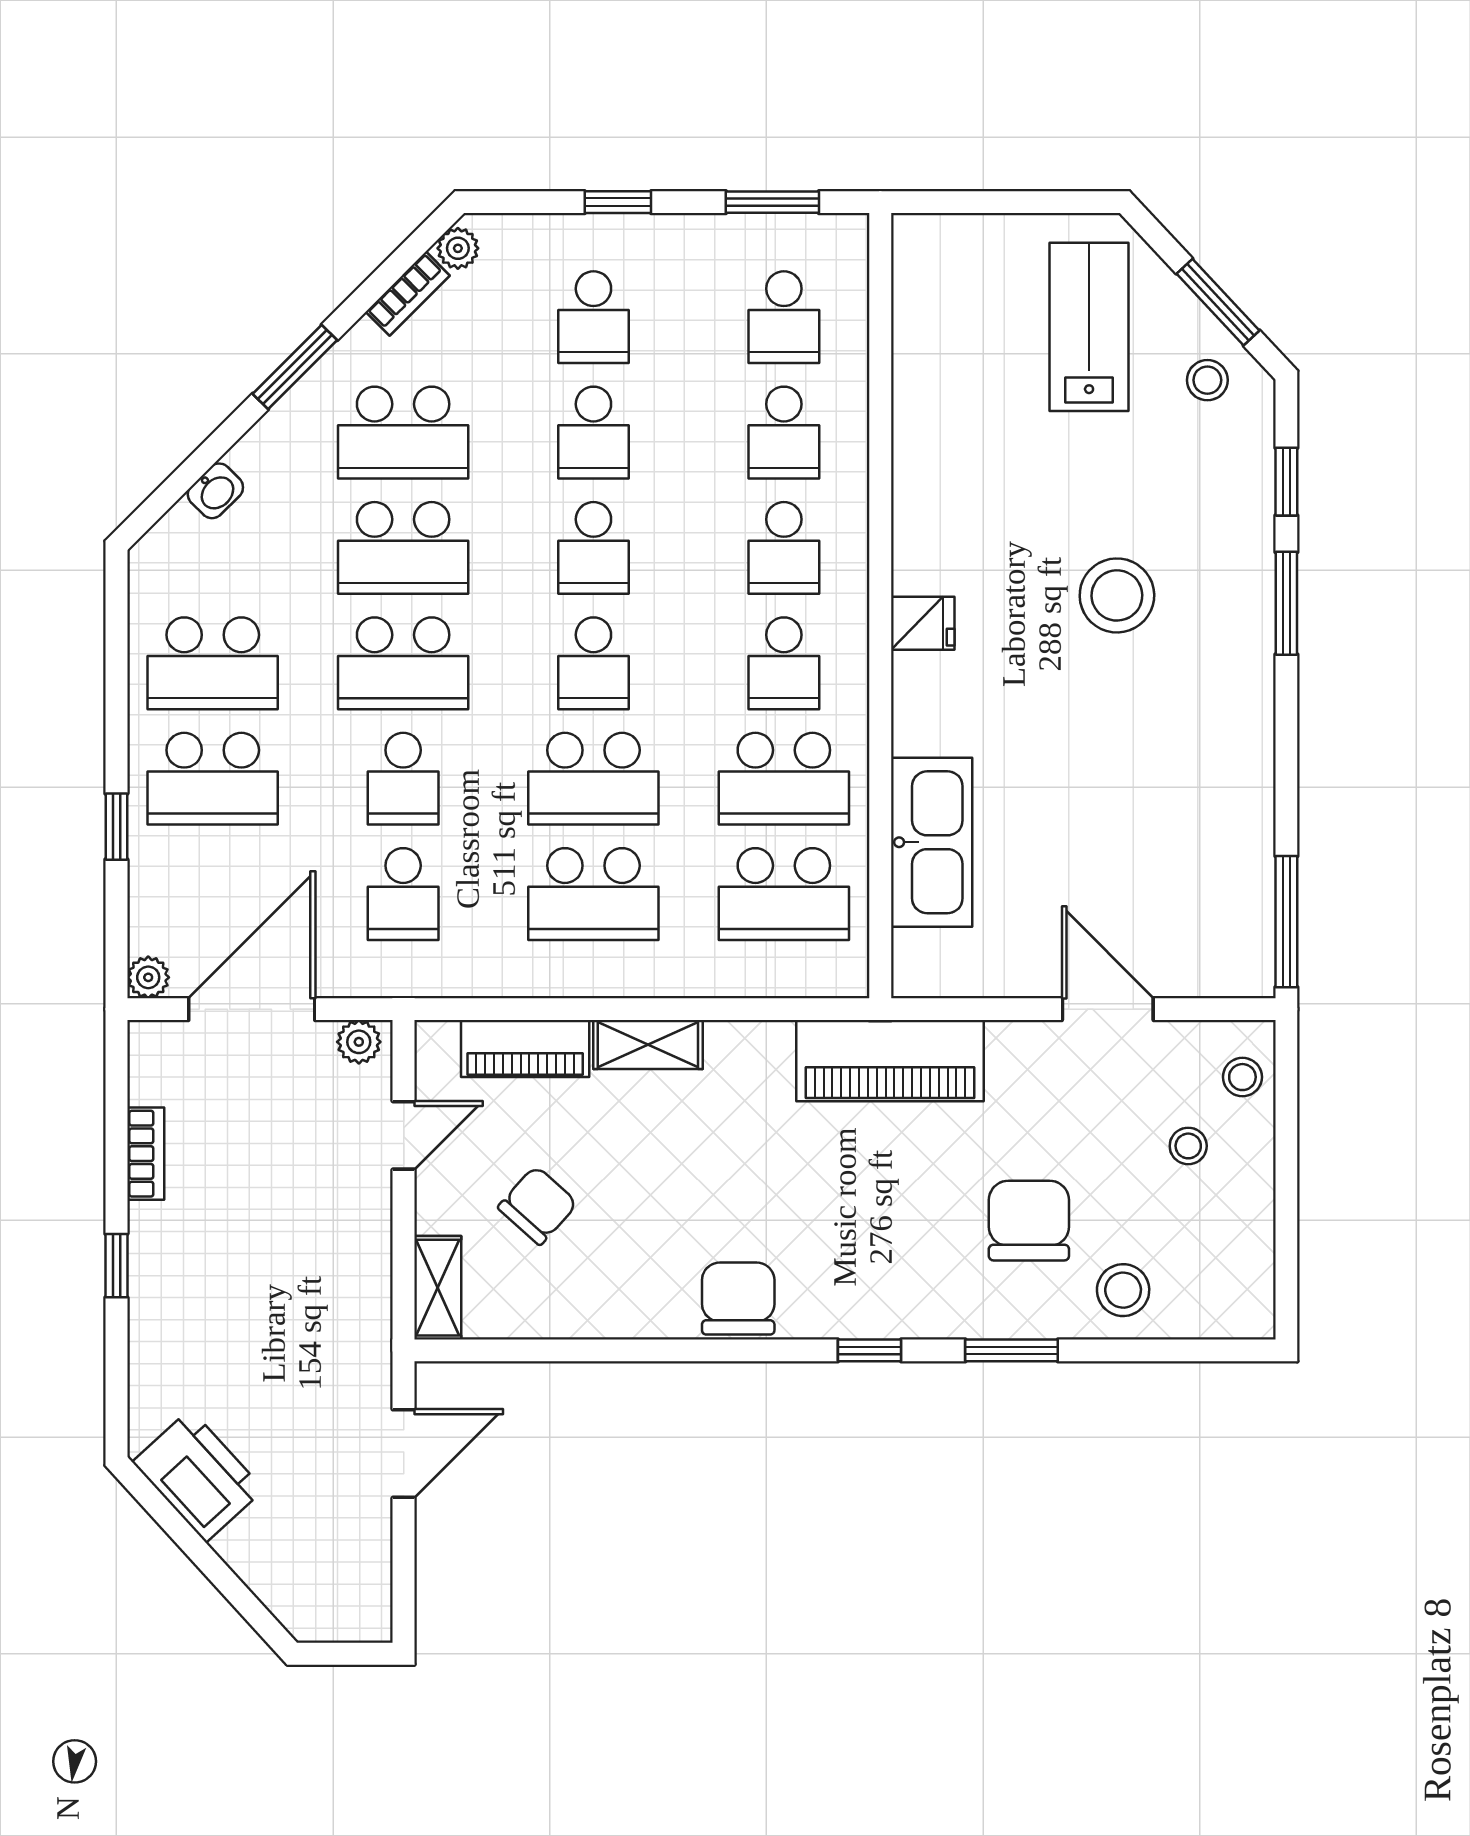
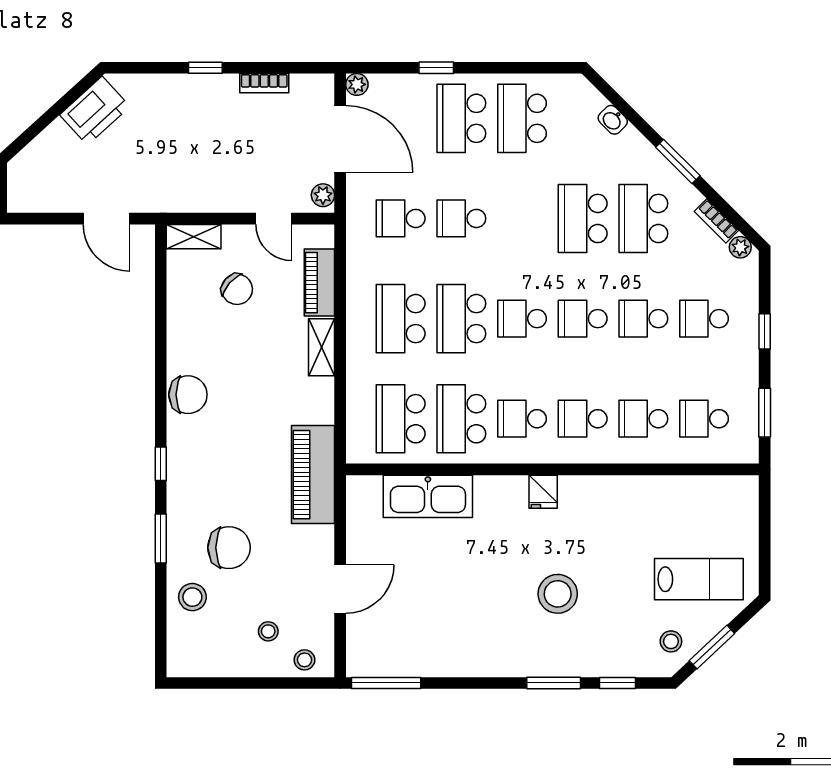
school desk: (403, 663) -> (522, 218), removed

